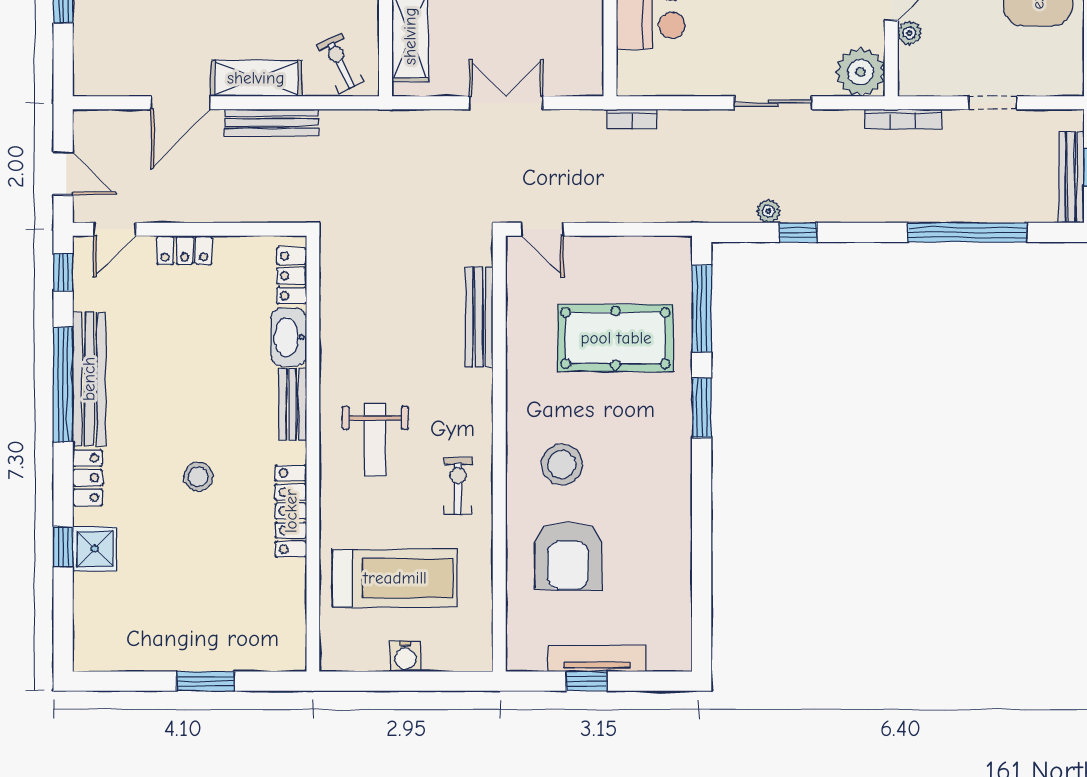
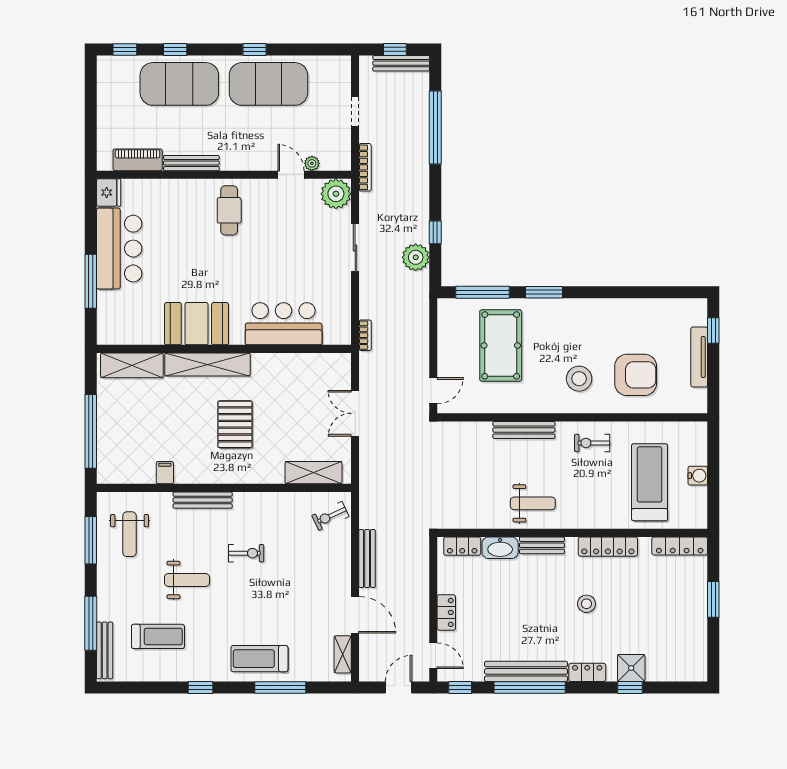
shelving: (256, 78) -> (343, 654), moved, width x0.67, depth x0.75
plant: (768, 211) -> (416, 257), width x1.87, depth x1.87
bench: (479, 317) -> (524, 430), moved
weight bench: (375, 440) -> (533, 503), moved
locker: (292, 627) -> (680, 546), added
window: (587, 681) -> (713, 330), moved

